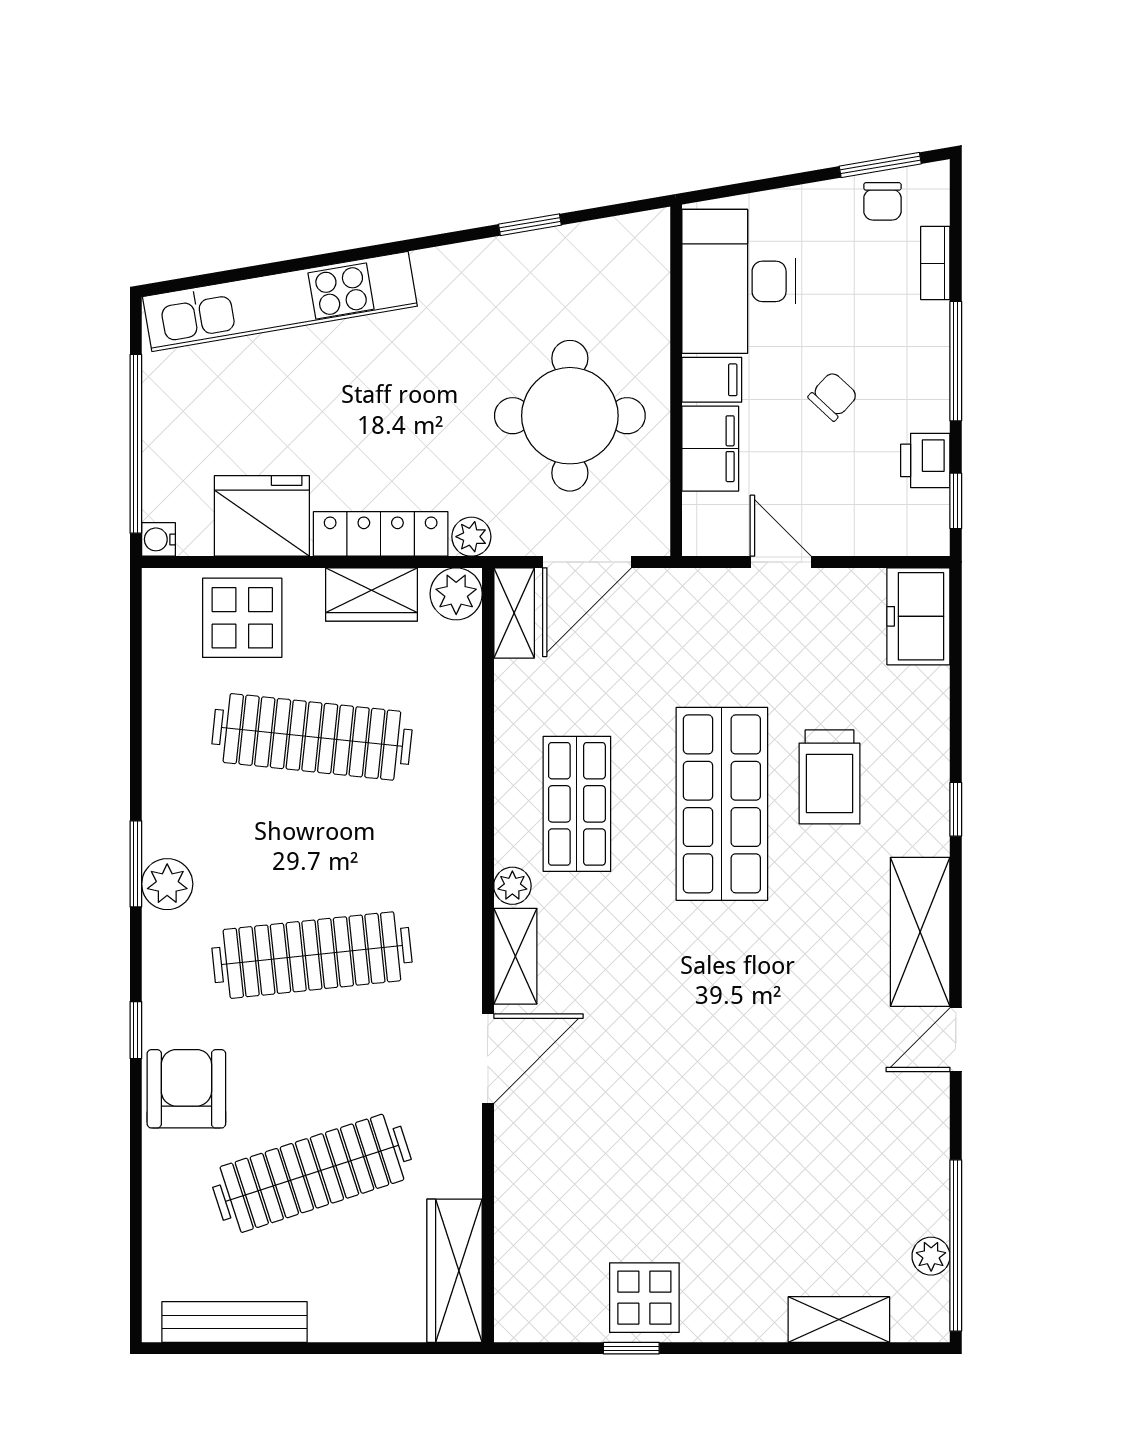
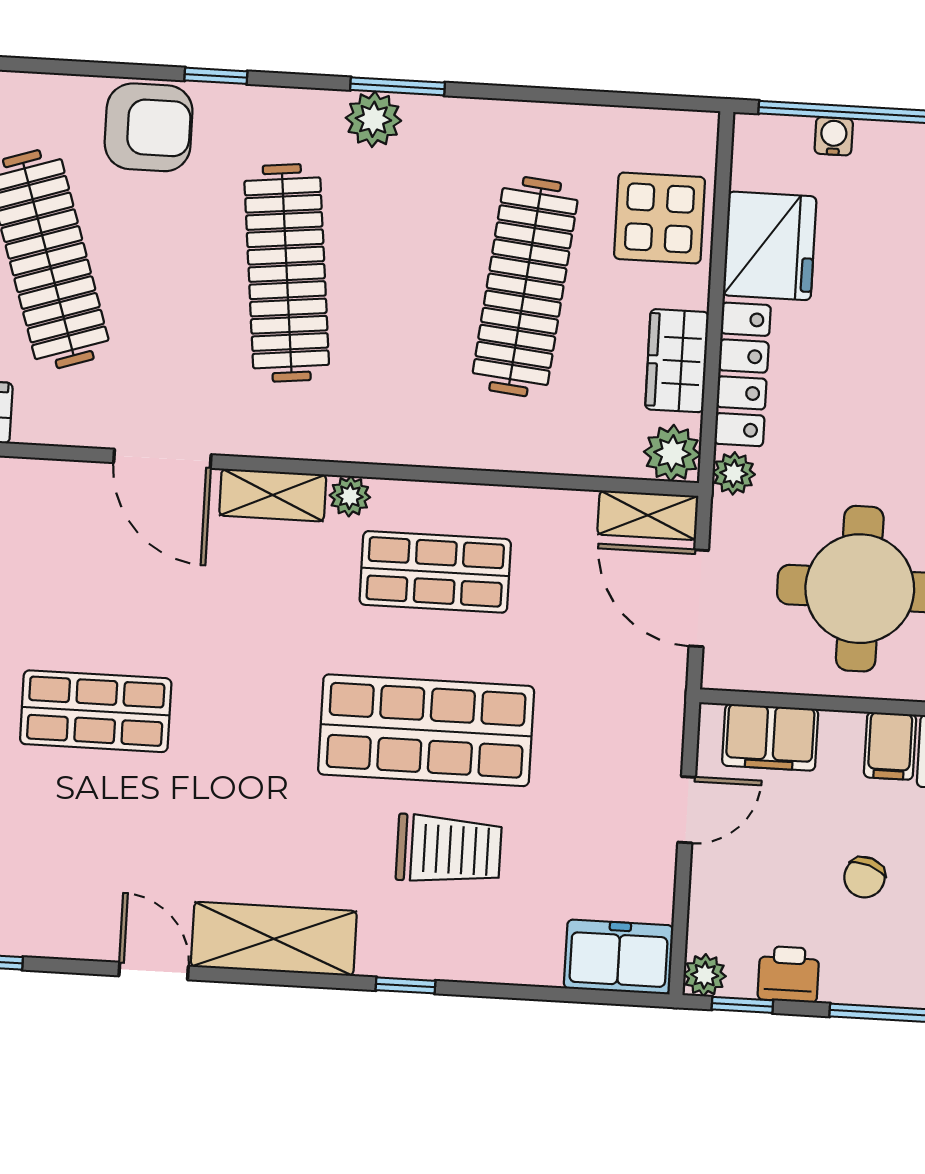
chair: (833, 396) -> (864, 877), turned 66
filing cabinet: (710, 449) -> (770, 737), moved
plant: (931, 537) -> (705, 975), added
water cooler: (159, 539) -> (834, 136), moved
trolley: (829, 777) -> (449, 850), turned 180
shop shelf: (722, 1106) -> (96, 711), added

